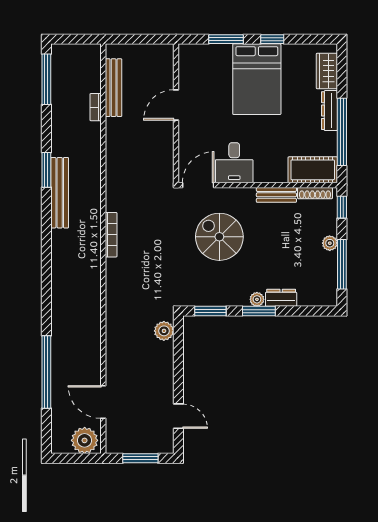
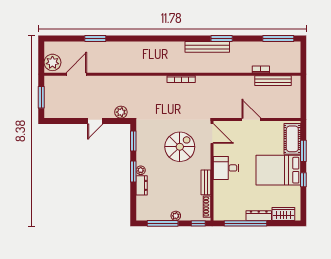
door: (176, 105) -> (251, 120), moved
desk: (234, 163) -> (226, 168), moved
cot: (313, 170) -> (292, 139), moved
window: (46, 372) -> (95, 39), width x0.47
door: (178, 416) -> (95, 121), moved

